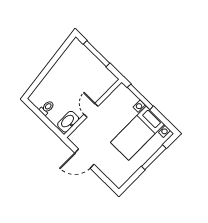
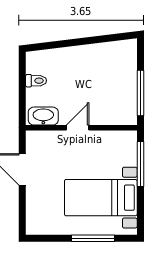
window: (97, 54) -> (140, 93), moved

